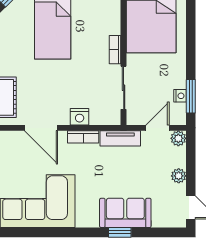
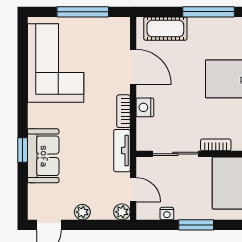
window: (191, 96) -> (196, 225), moved
door: (41, 128) -> (133, 67), swing flipped

